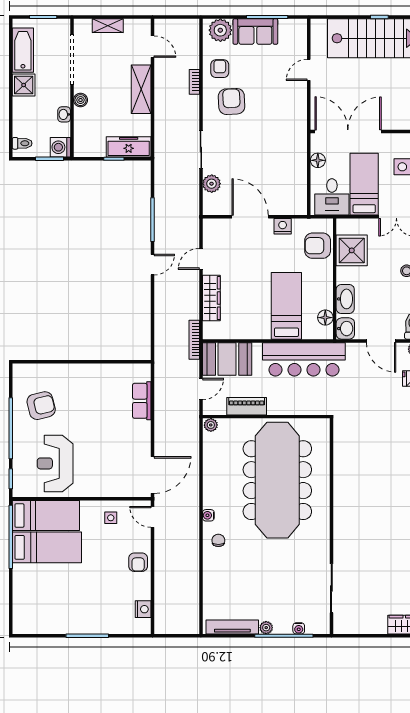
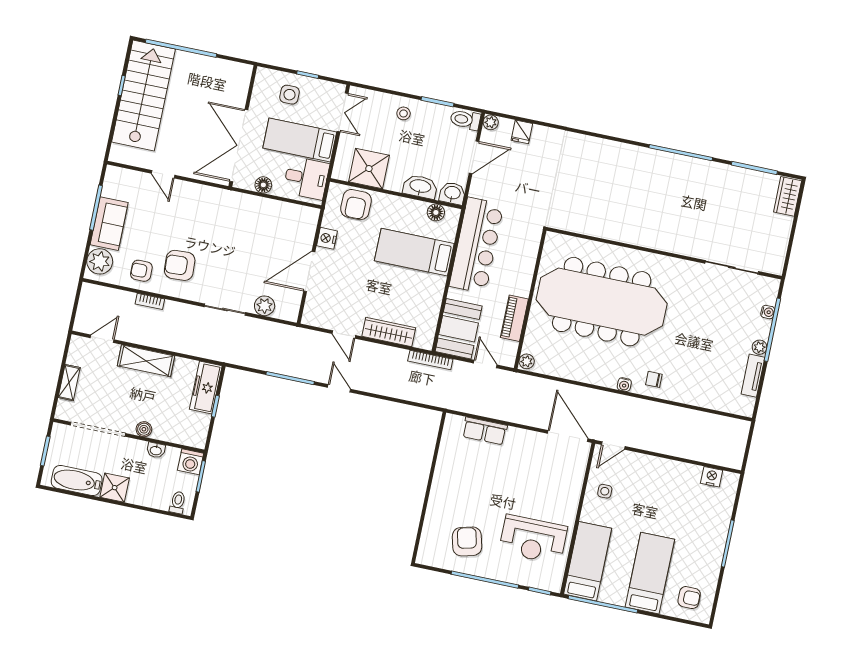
bed: (47, 547) -> (650, 573), moved
armchair: (138, 562) -> (689, 598), moved
tv unit: (232, 627) -> (753, 376), width x0.71

